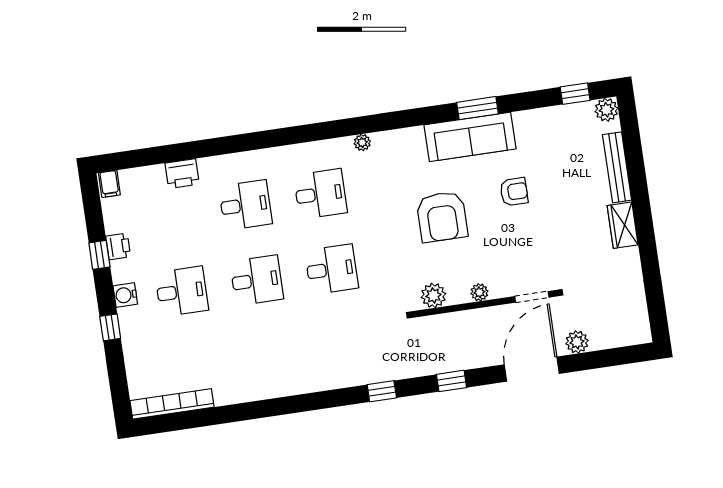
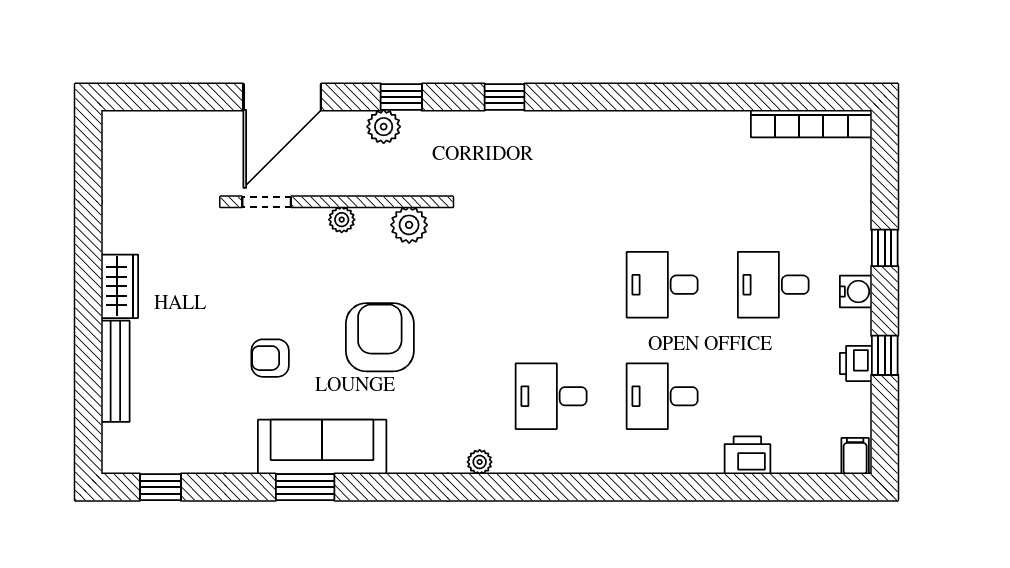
plant: (606, 110) -> (118, 457), removed
desk: (332, 269) -> (551, 285), removed
plant: (577, 342) -> (384, 127), moved

